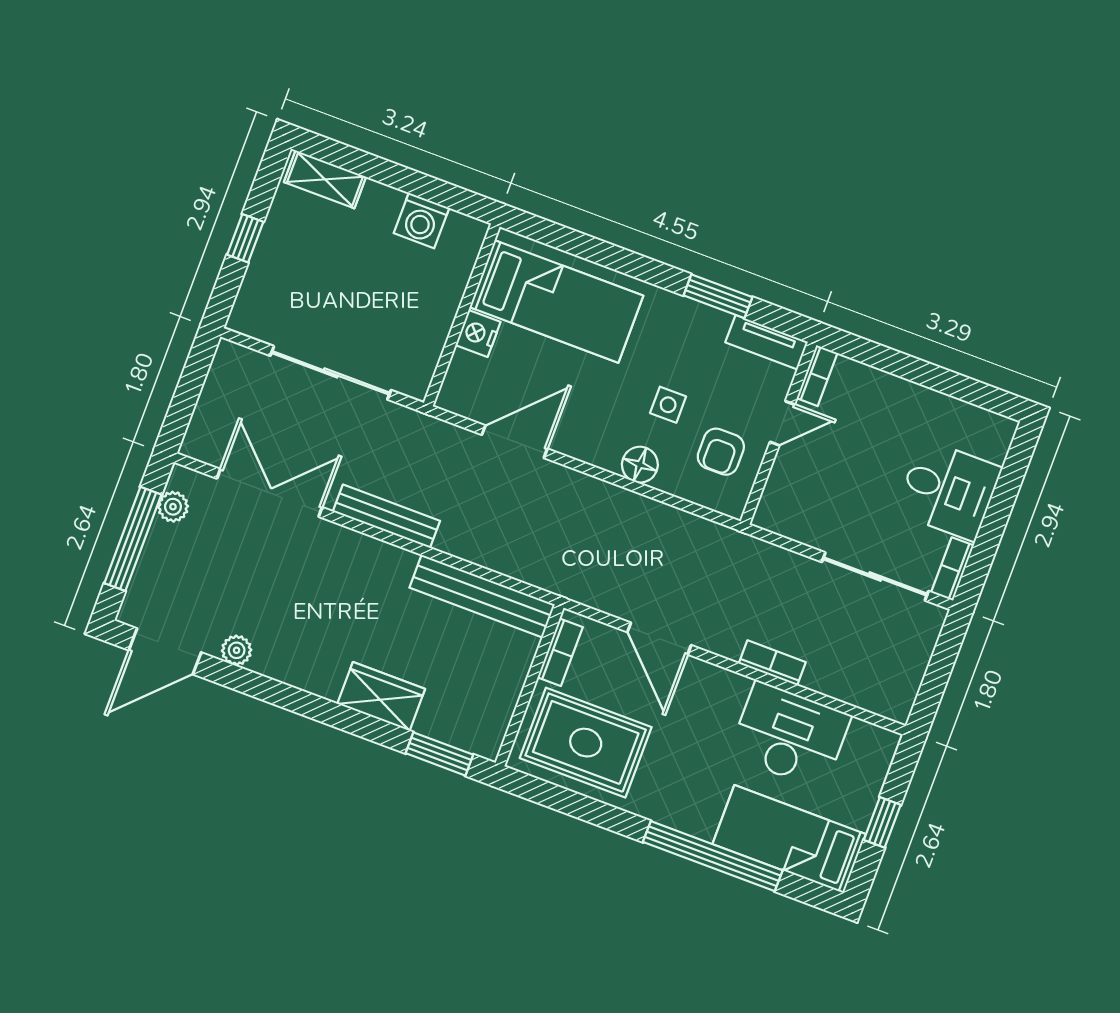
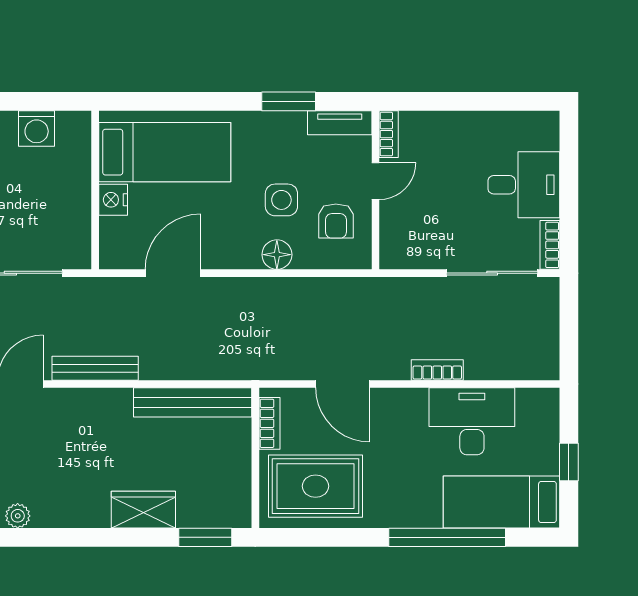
side table: (668, 405) -> (281, 200), width x1.37, depth x1.37

